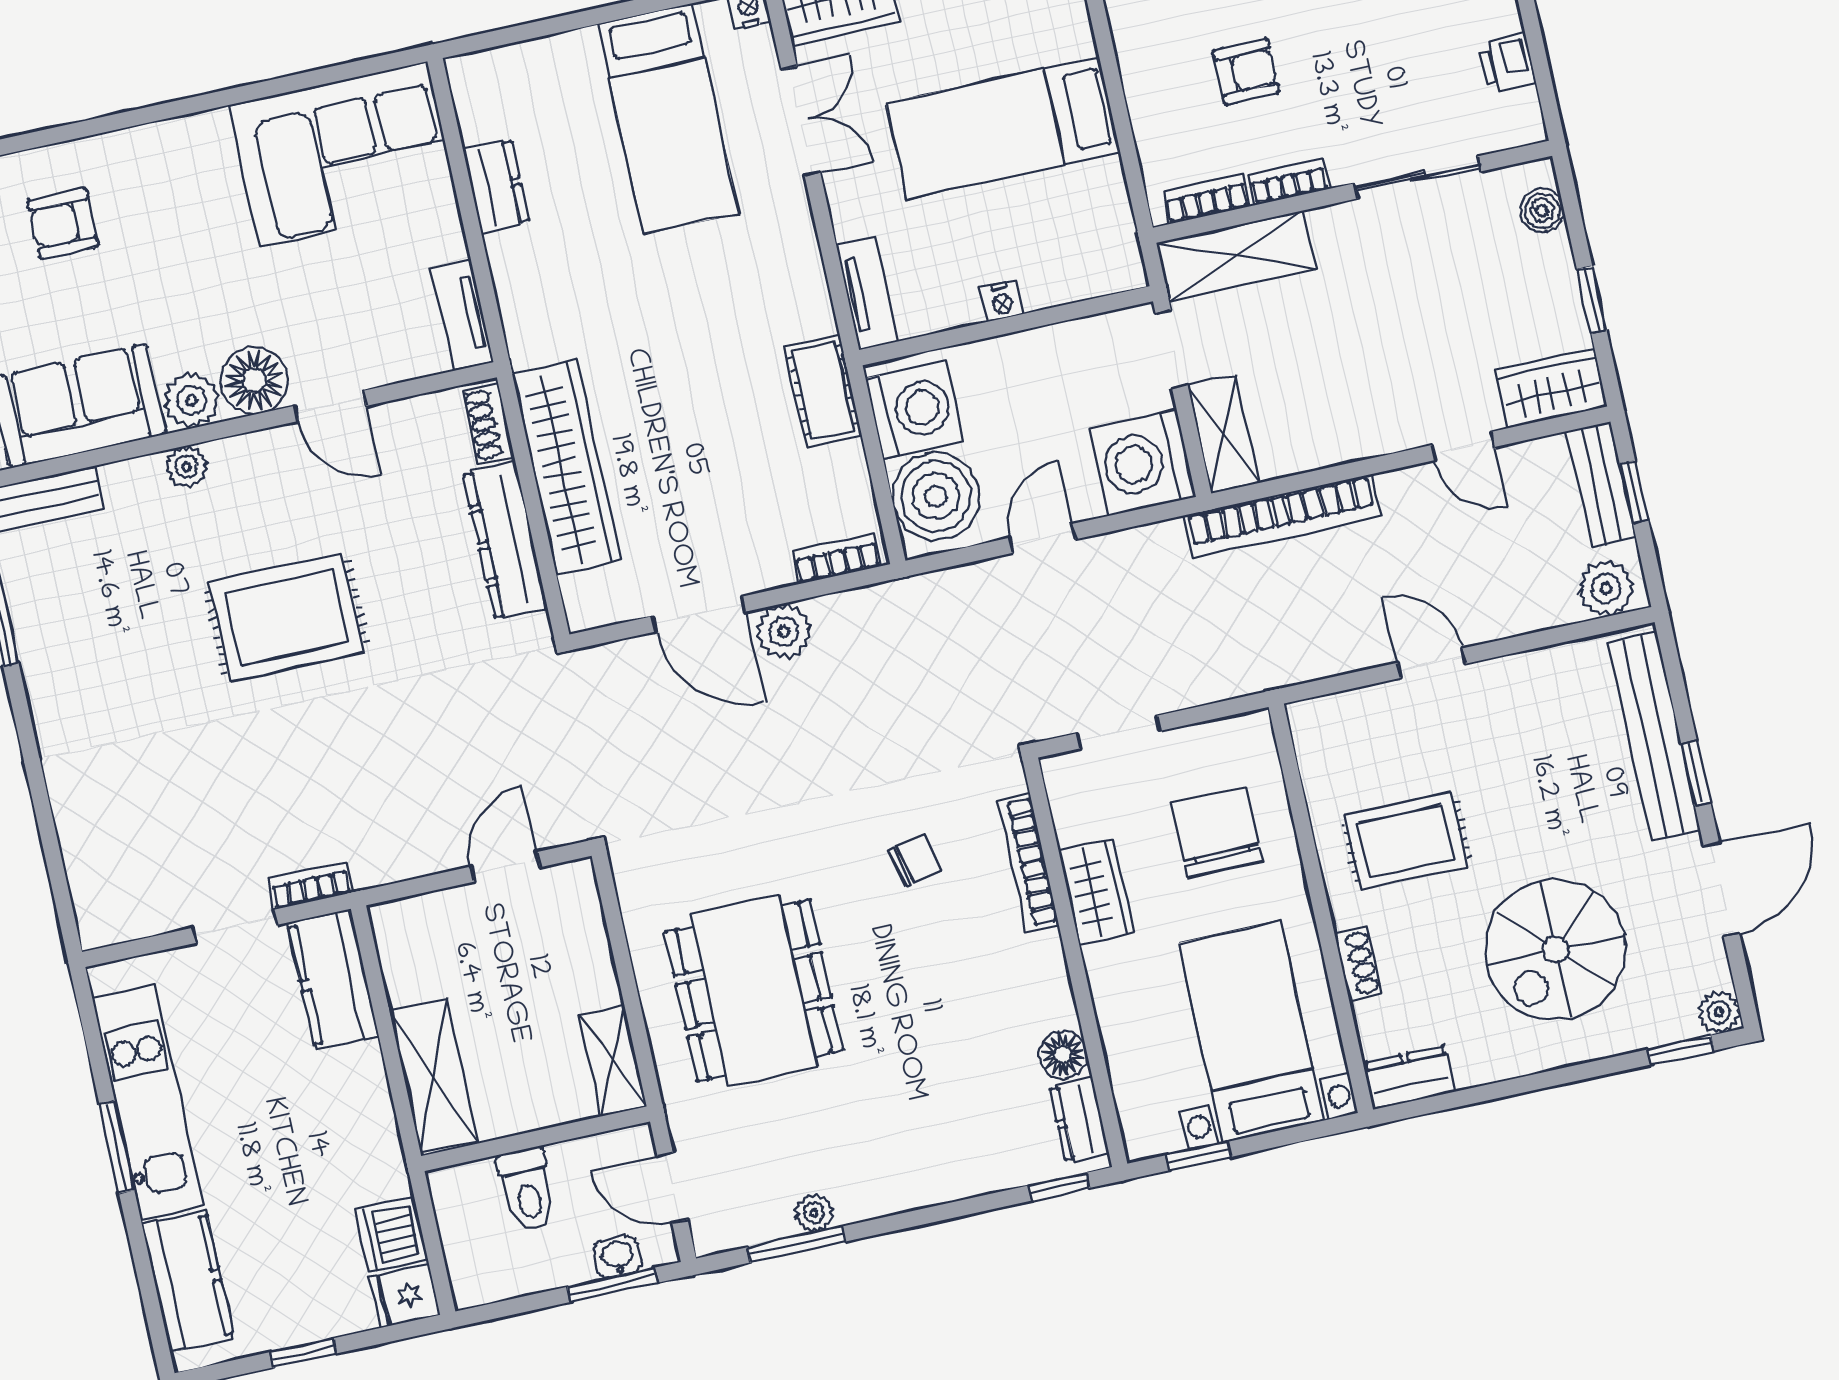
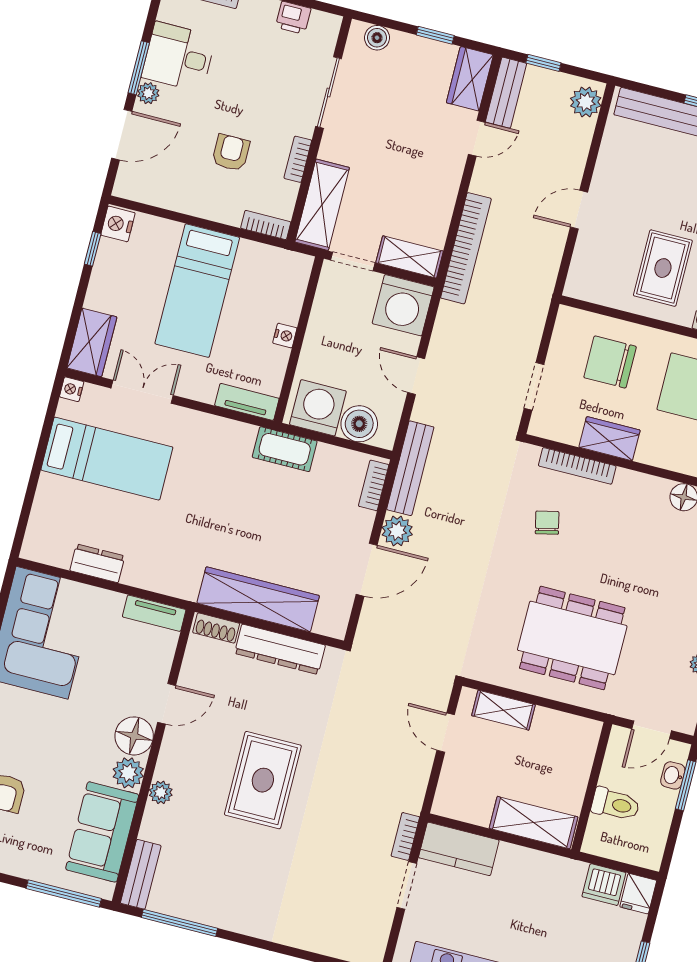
bookcase: (1206, 199) -> (266, 225), moved, turned 90
bench: (1601, 484) -> (506, 93), moved, turned 90
boiler: (936, 496) -> (359, 424), width x0.73, depth x0.73
bench: (892, 603) -> (410, 468), added
shelving: (613, 1061) -> (503, 710), moved

